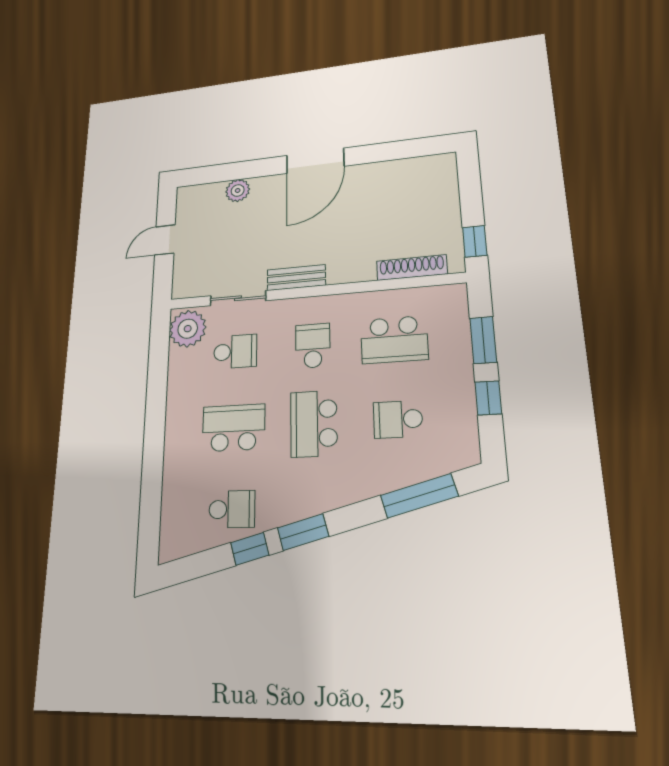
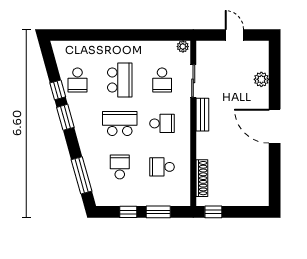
plant: (188, 329) -> (183, 47), width x0.53, depth x0.53
school desk: (394, 340) -> (162, 167), width x0.54

